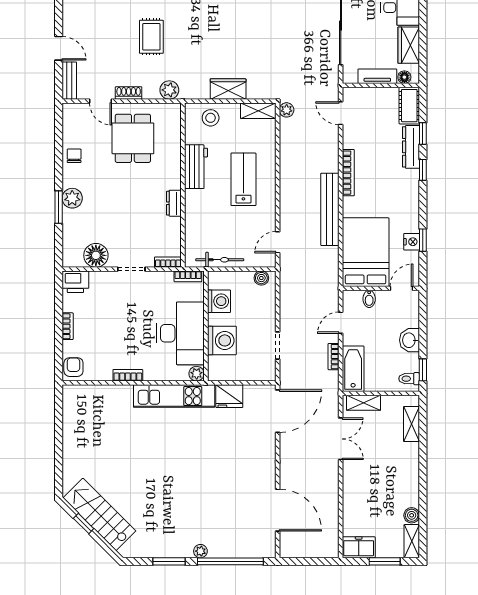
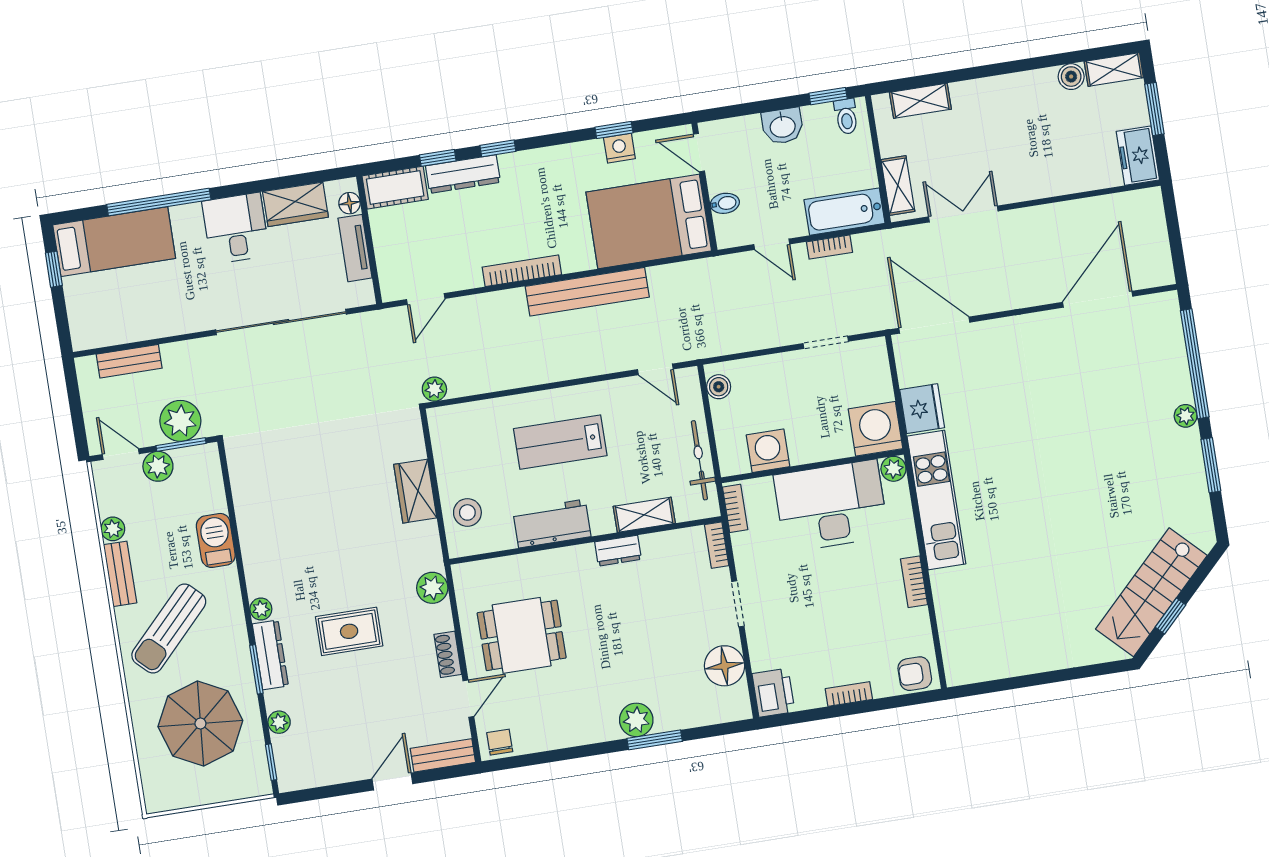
shelving: (258, 111) -> (644, 515), moved, turned 90
chair: (74, 156) -> (500, 742), moved, turned 90
washing machine: (222, 340) -> (876, 429), moved

